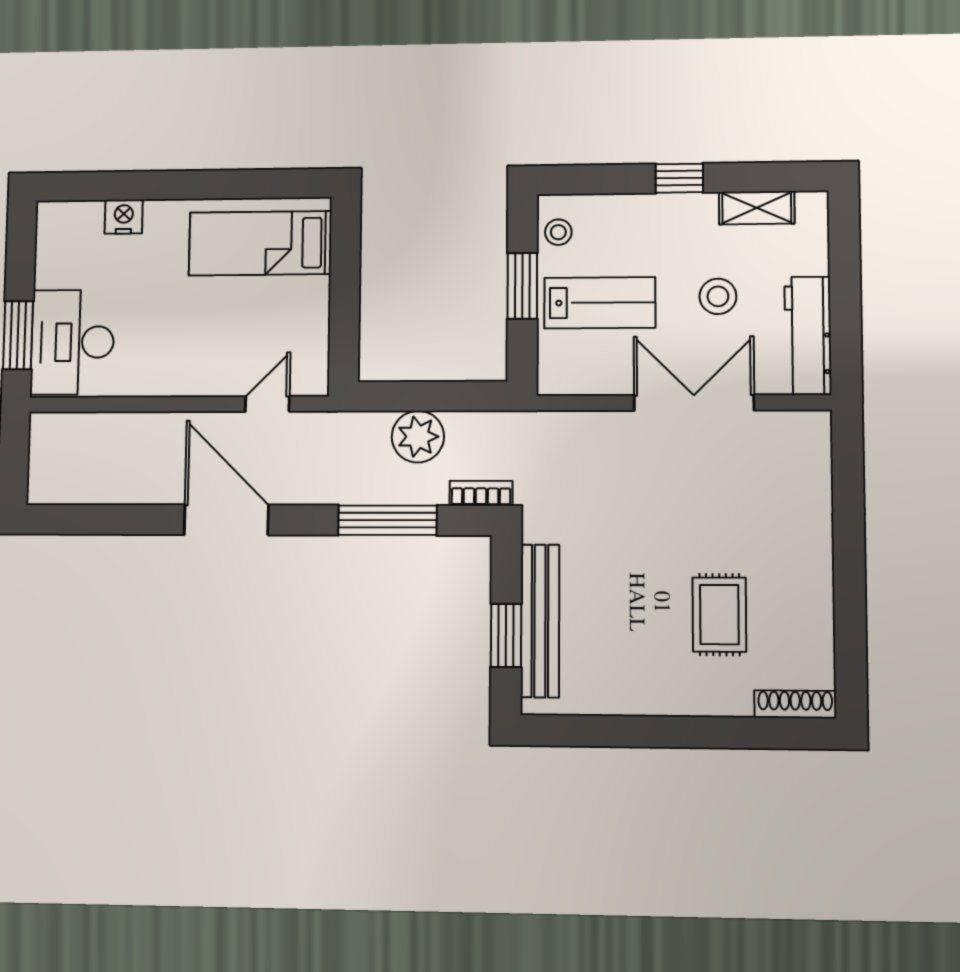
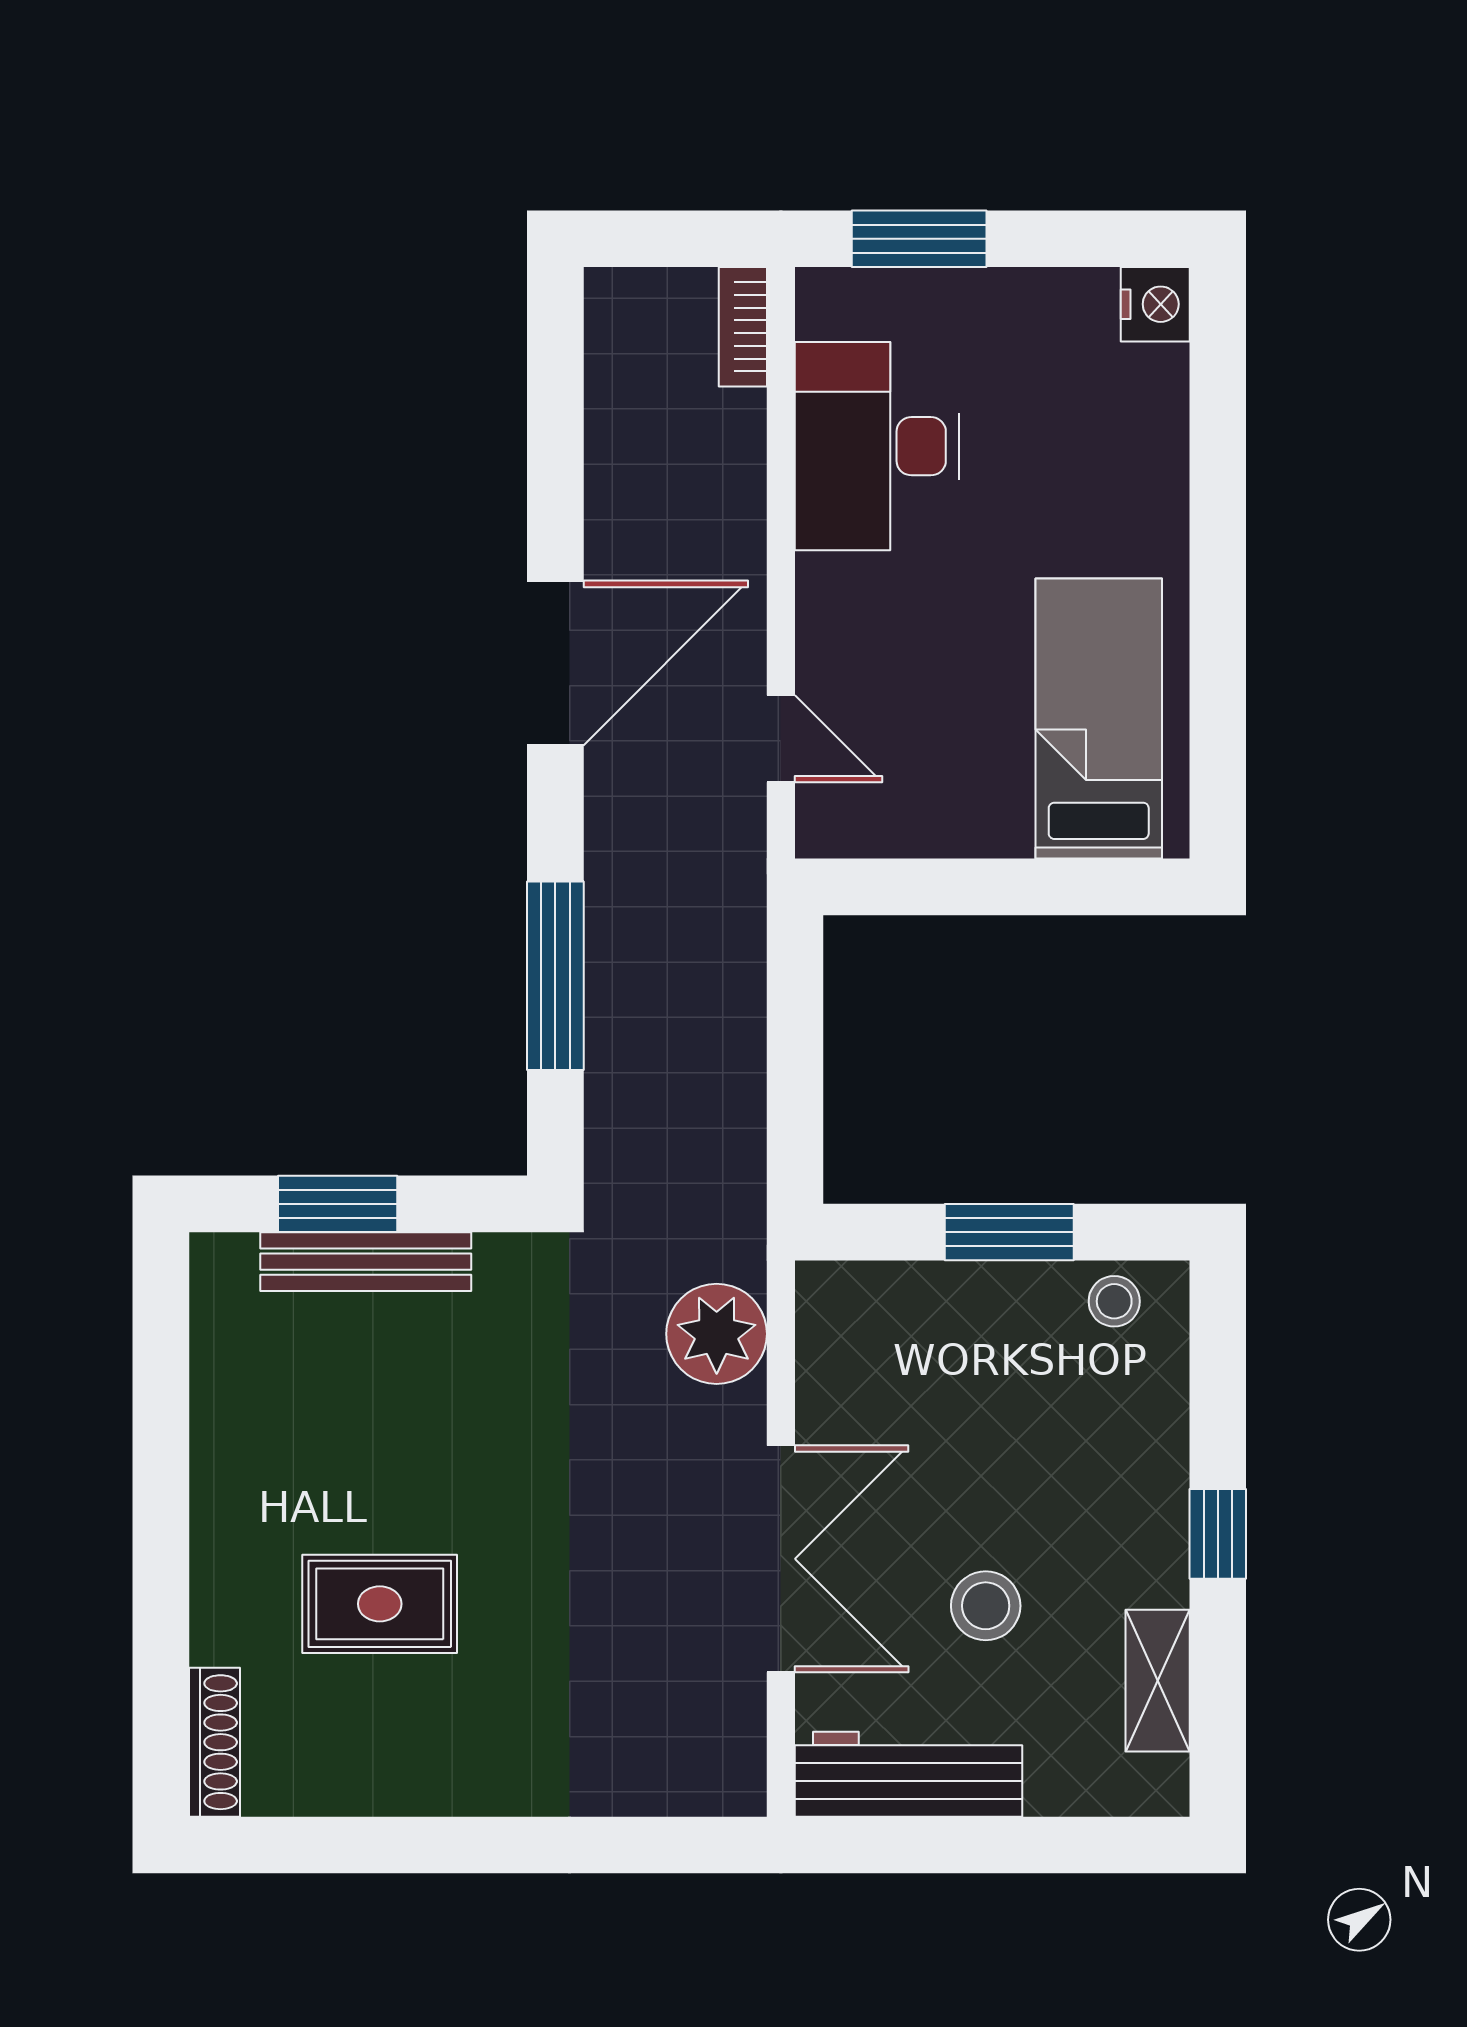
nightstand: (124, 217) -> (1155, 304), moved
lab bench: (600, 303) -> (975, 1381), removed
desk: (72, 342) -> (877, 446), moved, turned -90
plant: (418, 437) -> (717, 1334), moved
bookcase: (481, 493) -> (743, 327), moved, turned 180
bench: (540, 621) -> (366, 1262), width x0.73, depth x0.82

